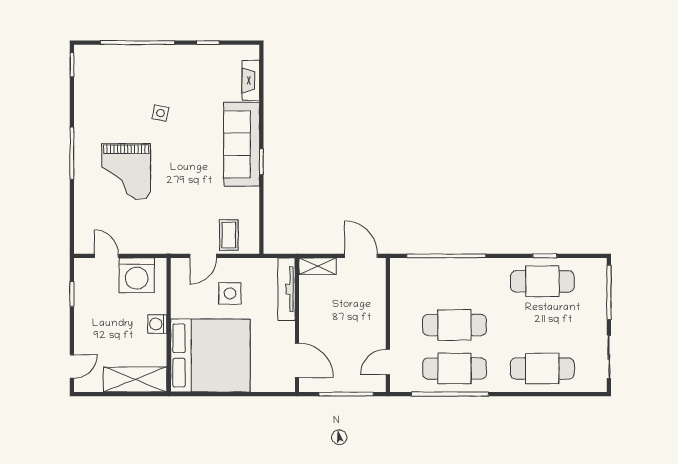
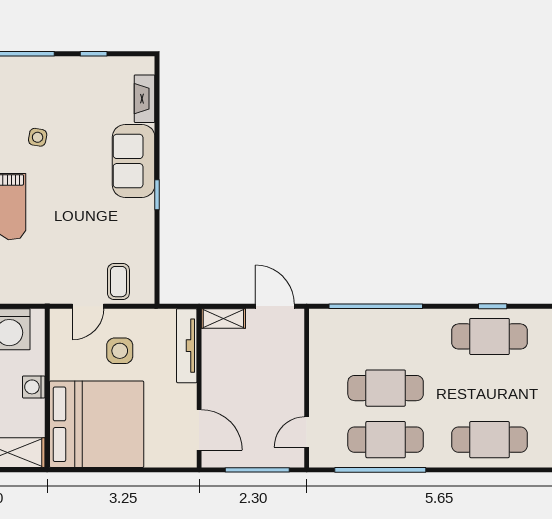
sofa: (242, 144) -> (134, 161), width x0.73

